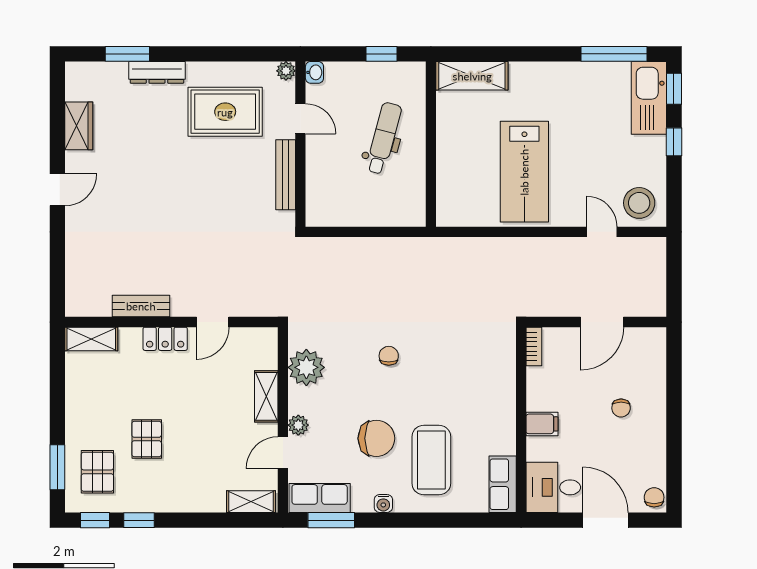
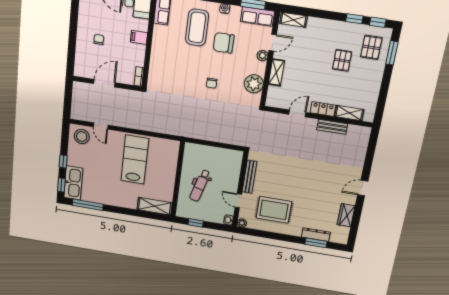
dresser: (157, 72) -> (316, 235), moved
shelving: (91, 339) -> (349, 113), moved

